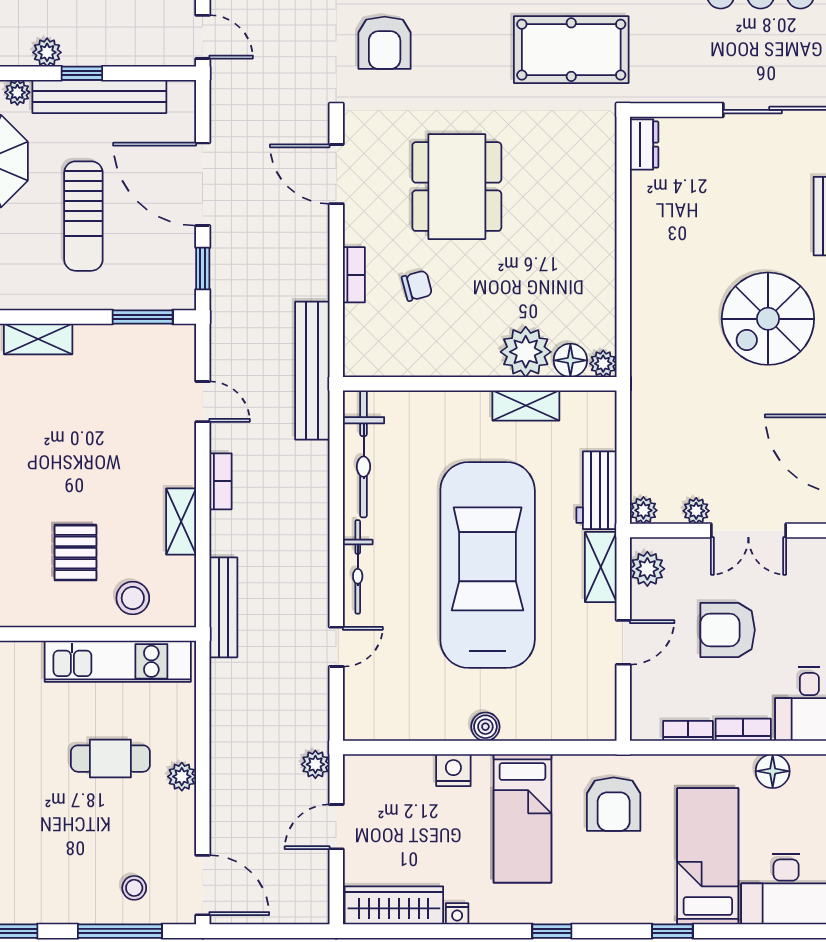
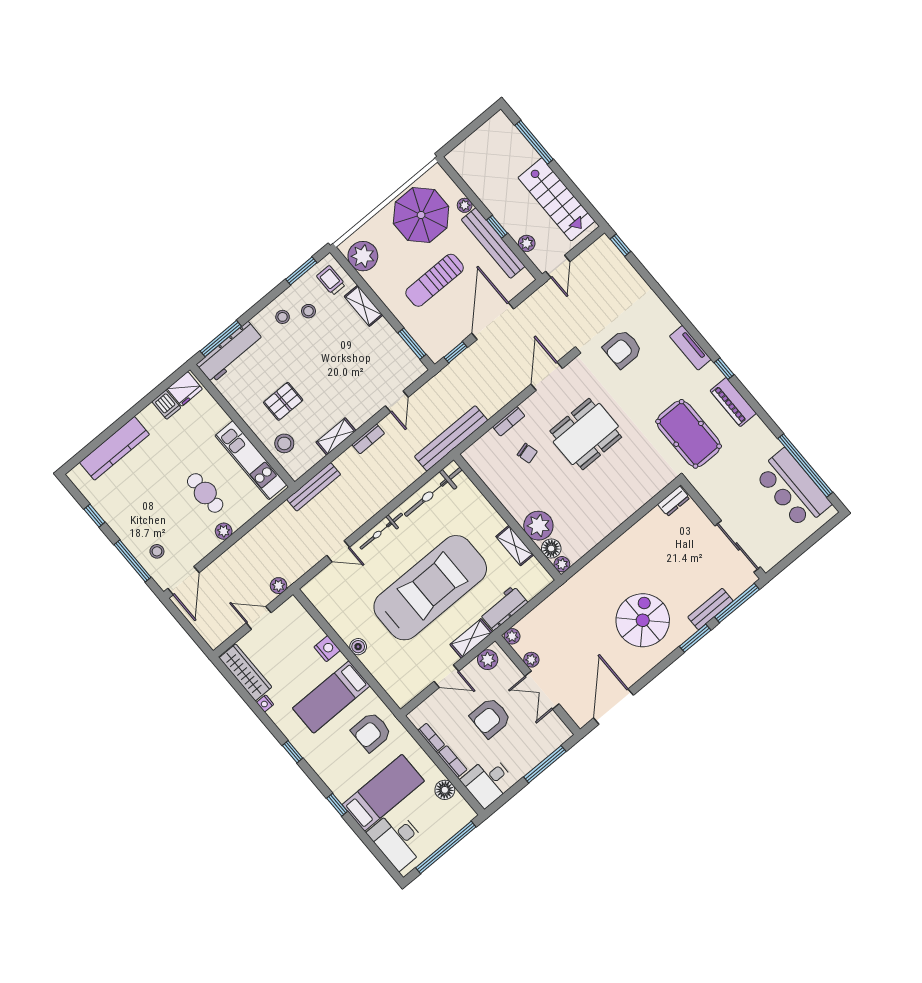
plant: (47, 52) -> (527, 243), moved
spiral stairs: (768, 319) -> (643, 620), turned 90
armchair: (728, 630) -> (490, 718), turned -90

